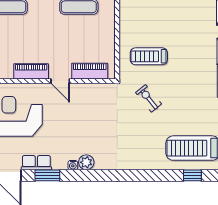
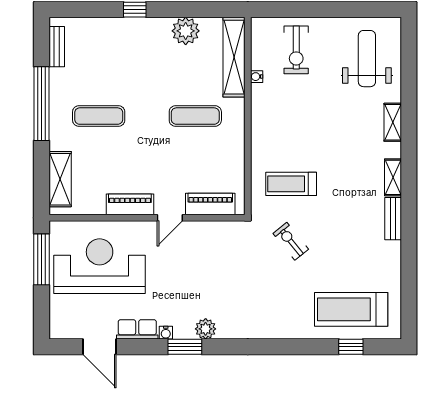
door: (60, 81) -> (170, 218), hinge flipped
water cooler: (73, 165) -> (166, 333), moved
window: (47, 175) -> (185, 347), moved

